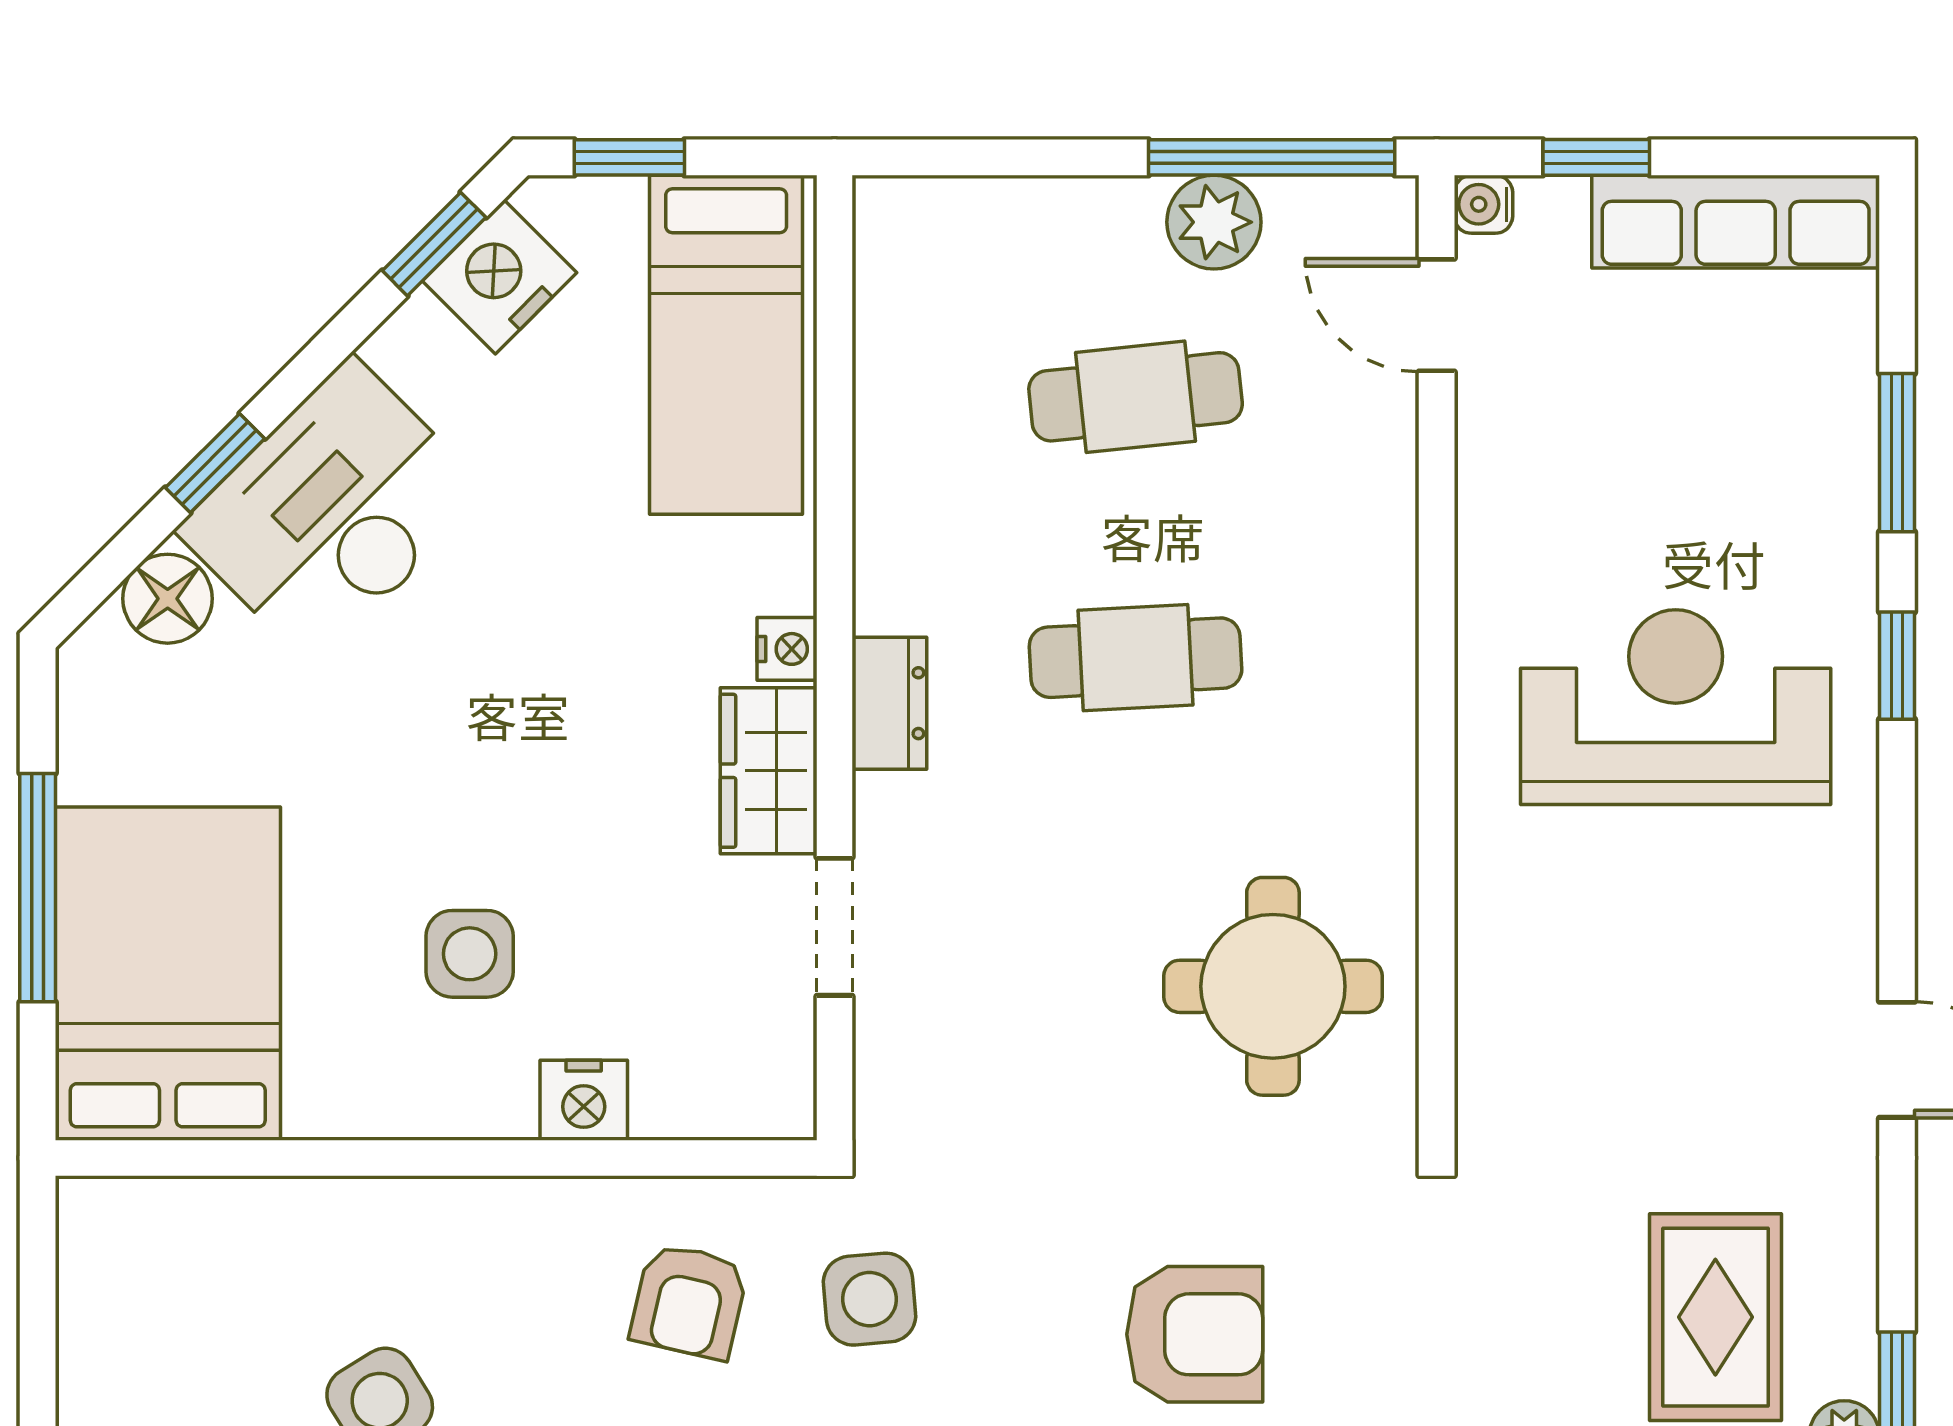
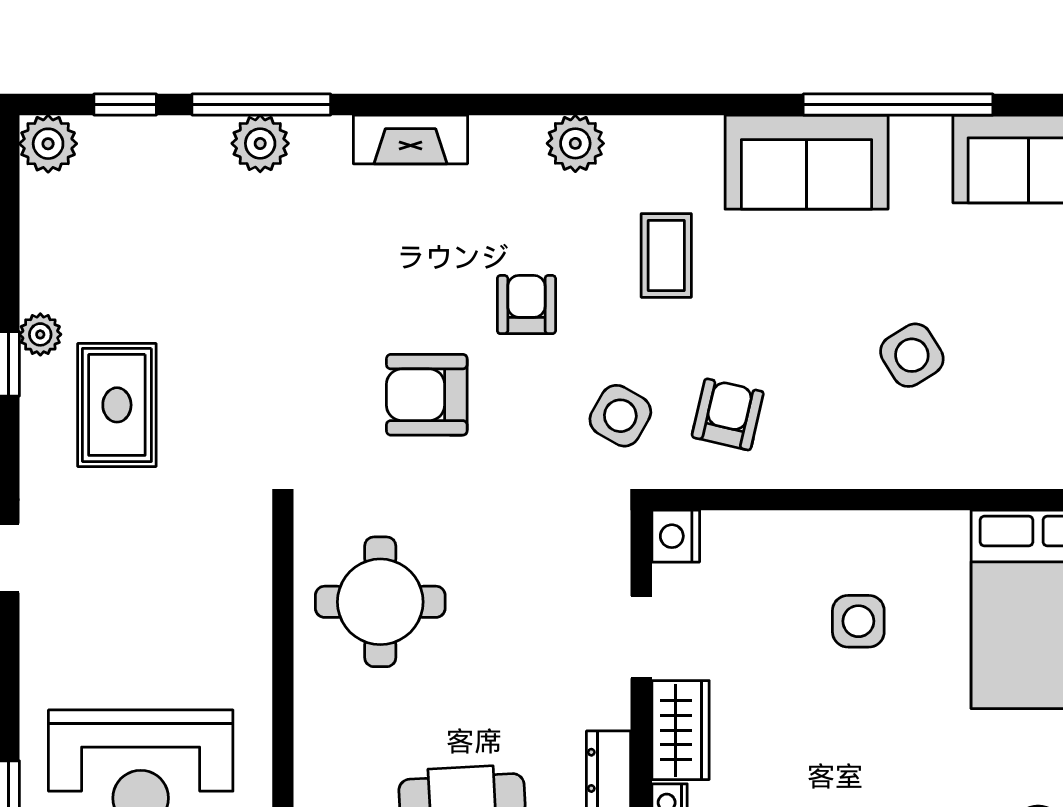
nightstand: (584, 1100) -> (676, 536), moved, turned -90
side table: (870, 1299) -> (620, 416), turned 35

